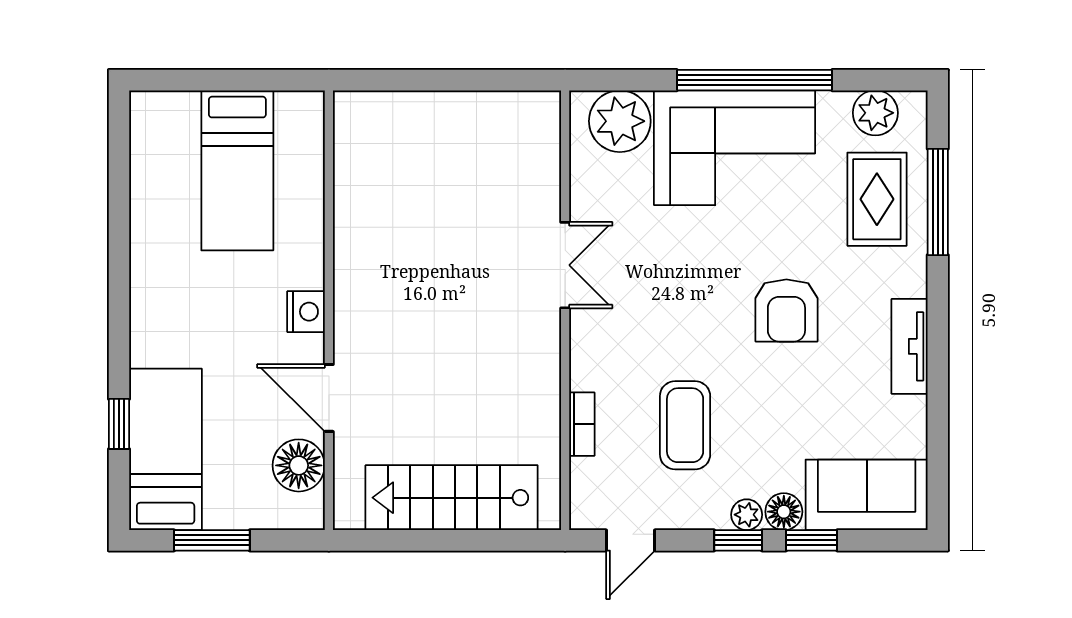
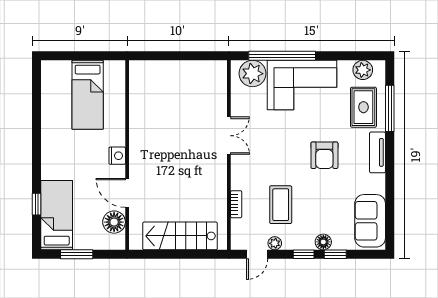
window: (754, 80) -> (282, 56), moved
tv unit: (910, 346) -> (377, 152), moved
sofa: (867, 495) -> (370, 221), moved, turned -90
plant: (747, 515) -> (275, 243), moved

